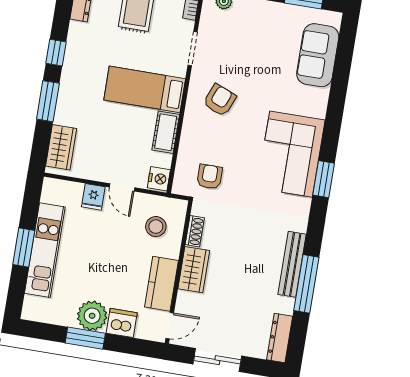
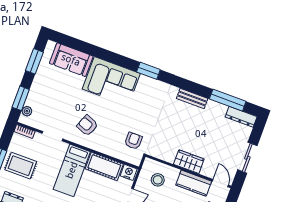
cot: (166, 132) -> (104, 166), width x1.37, depth x1.34
corner sofa: (291, 154) -> (111, 81), moved
armchair: (210, 177) -> (133, 141), turned 90
shoe rack: (195, 231) -> (165, 156), removed
bench: (292, 264) -> (192, 99), width x0.73
window: (306, 284) -> (228, 100), moved

